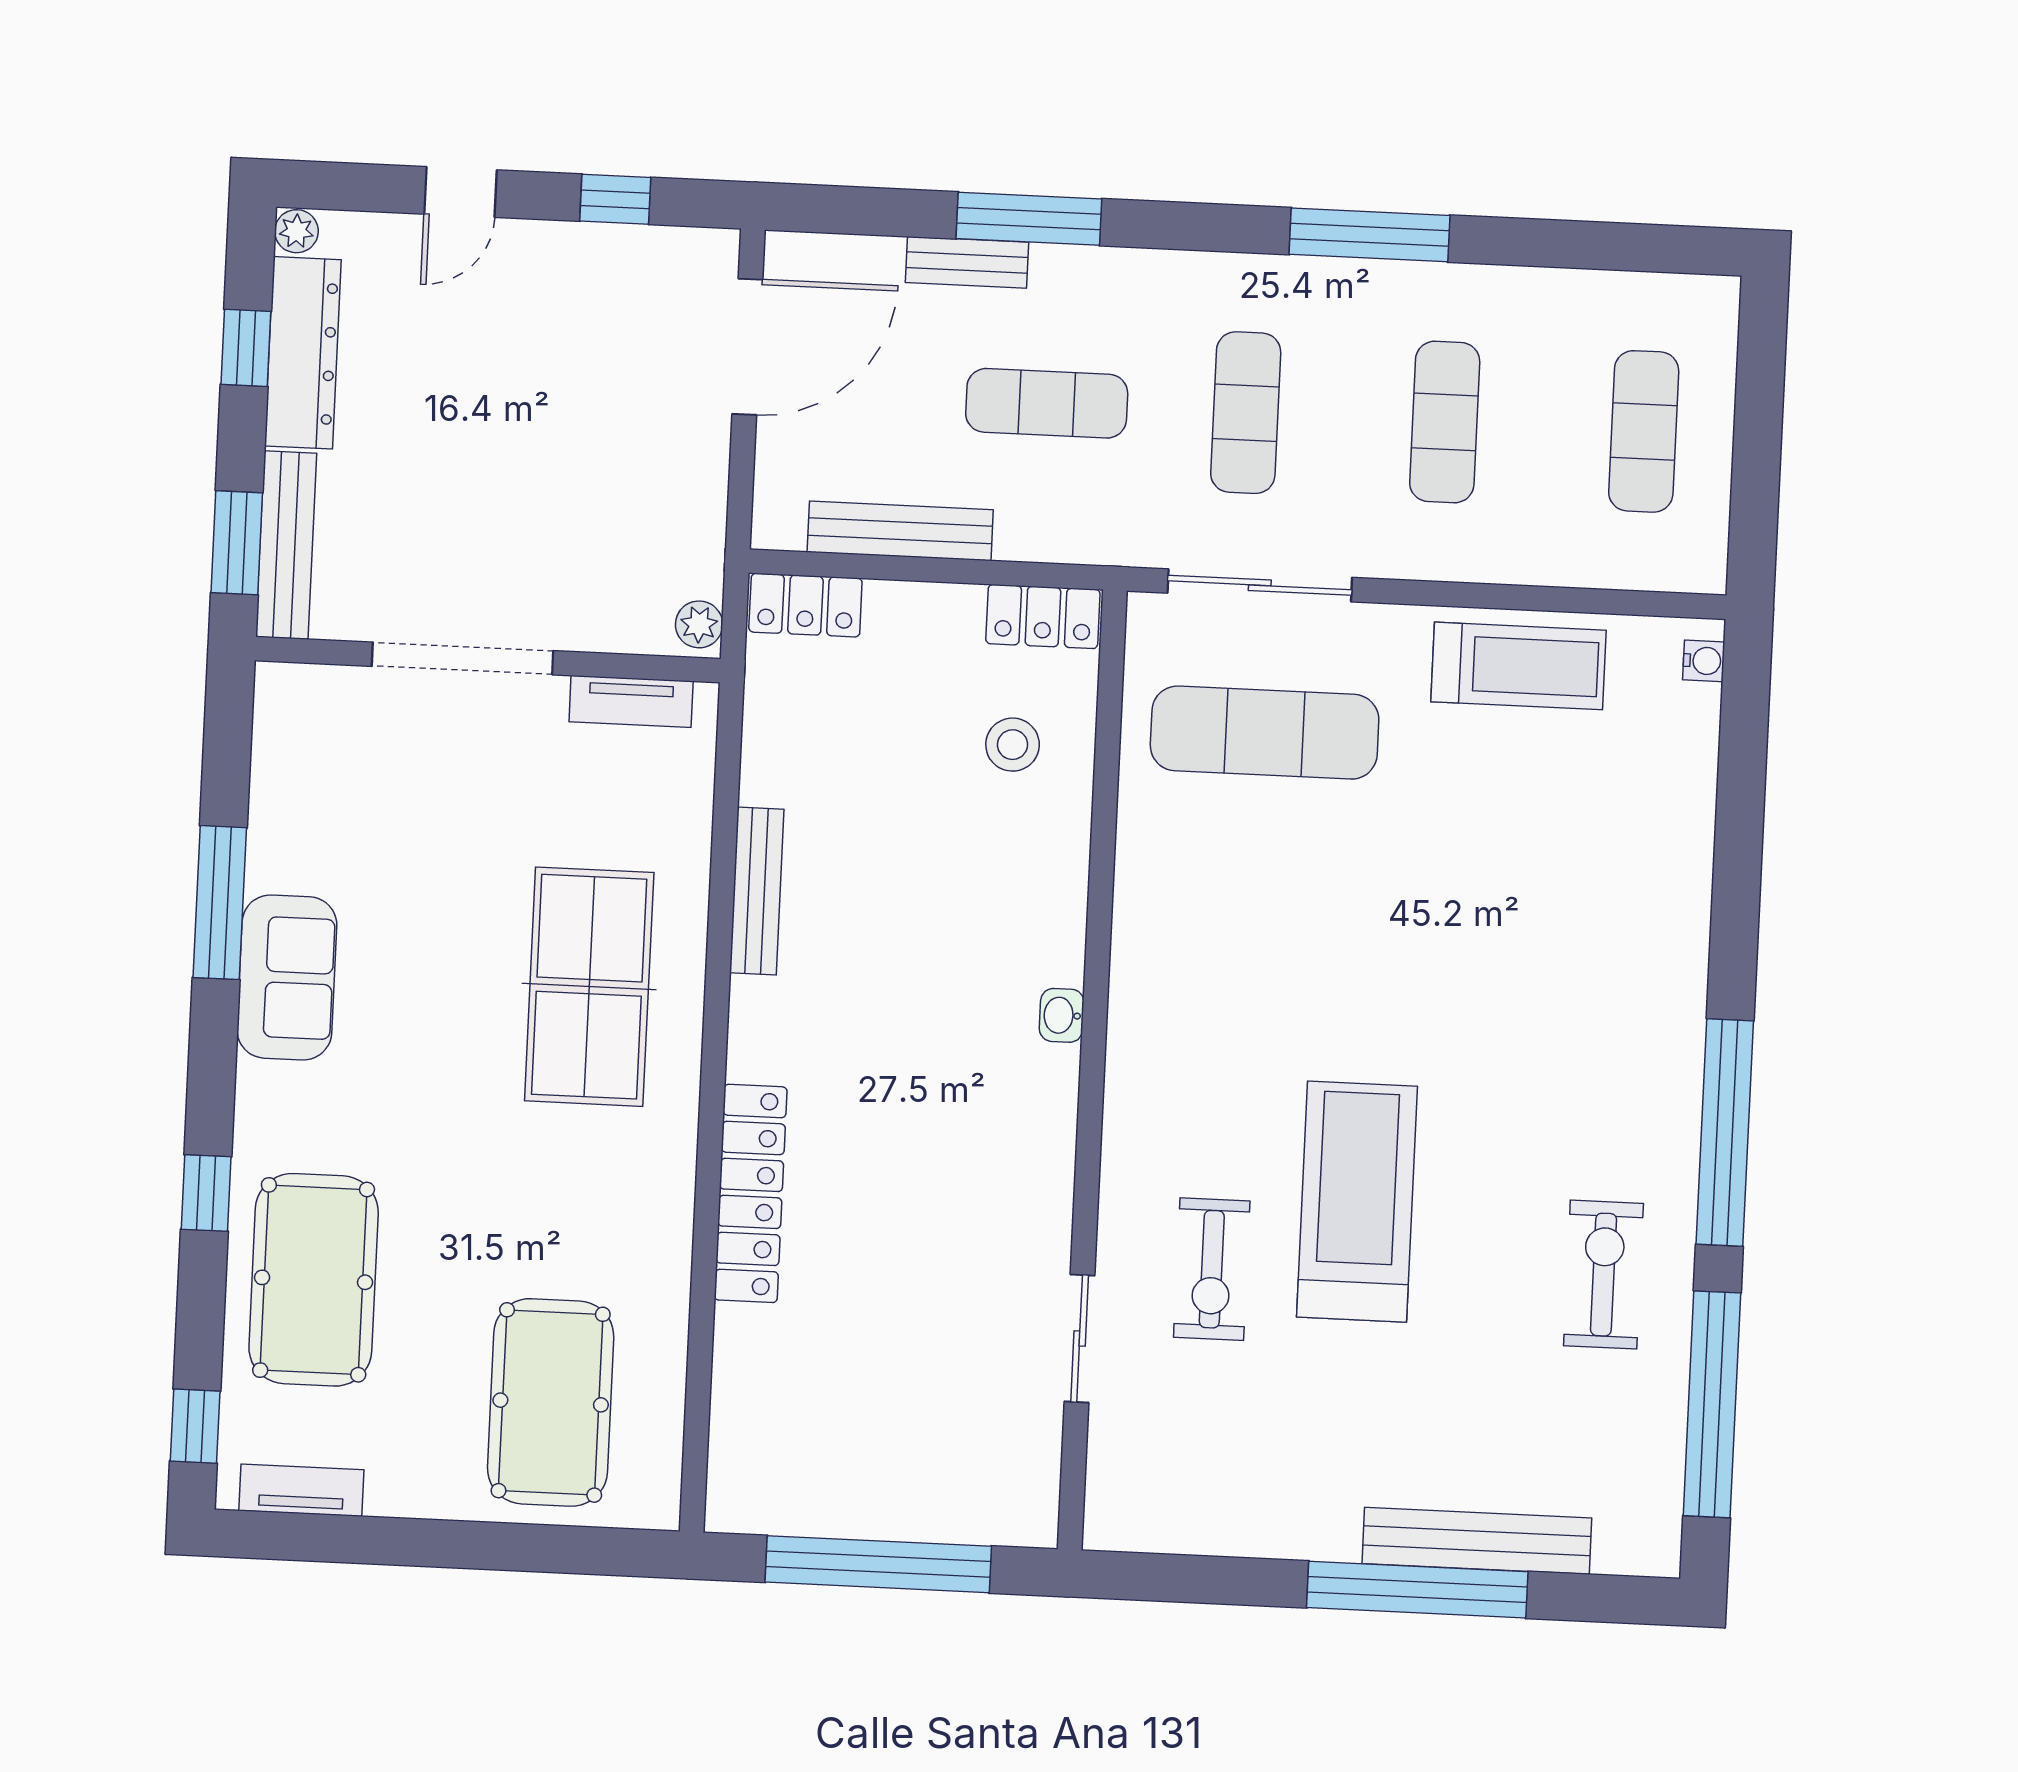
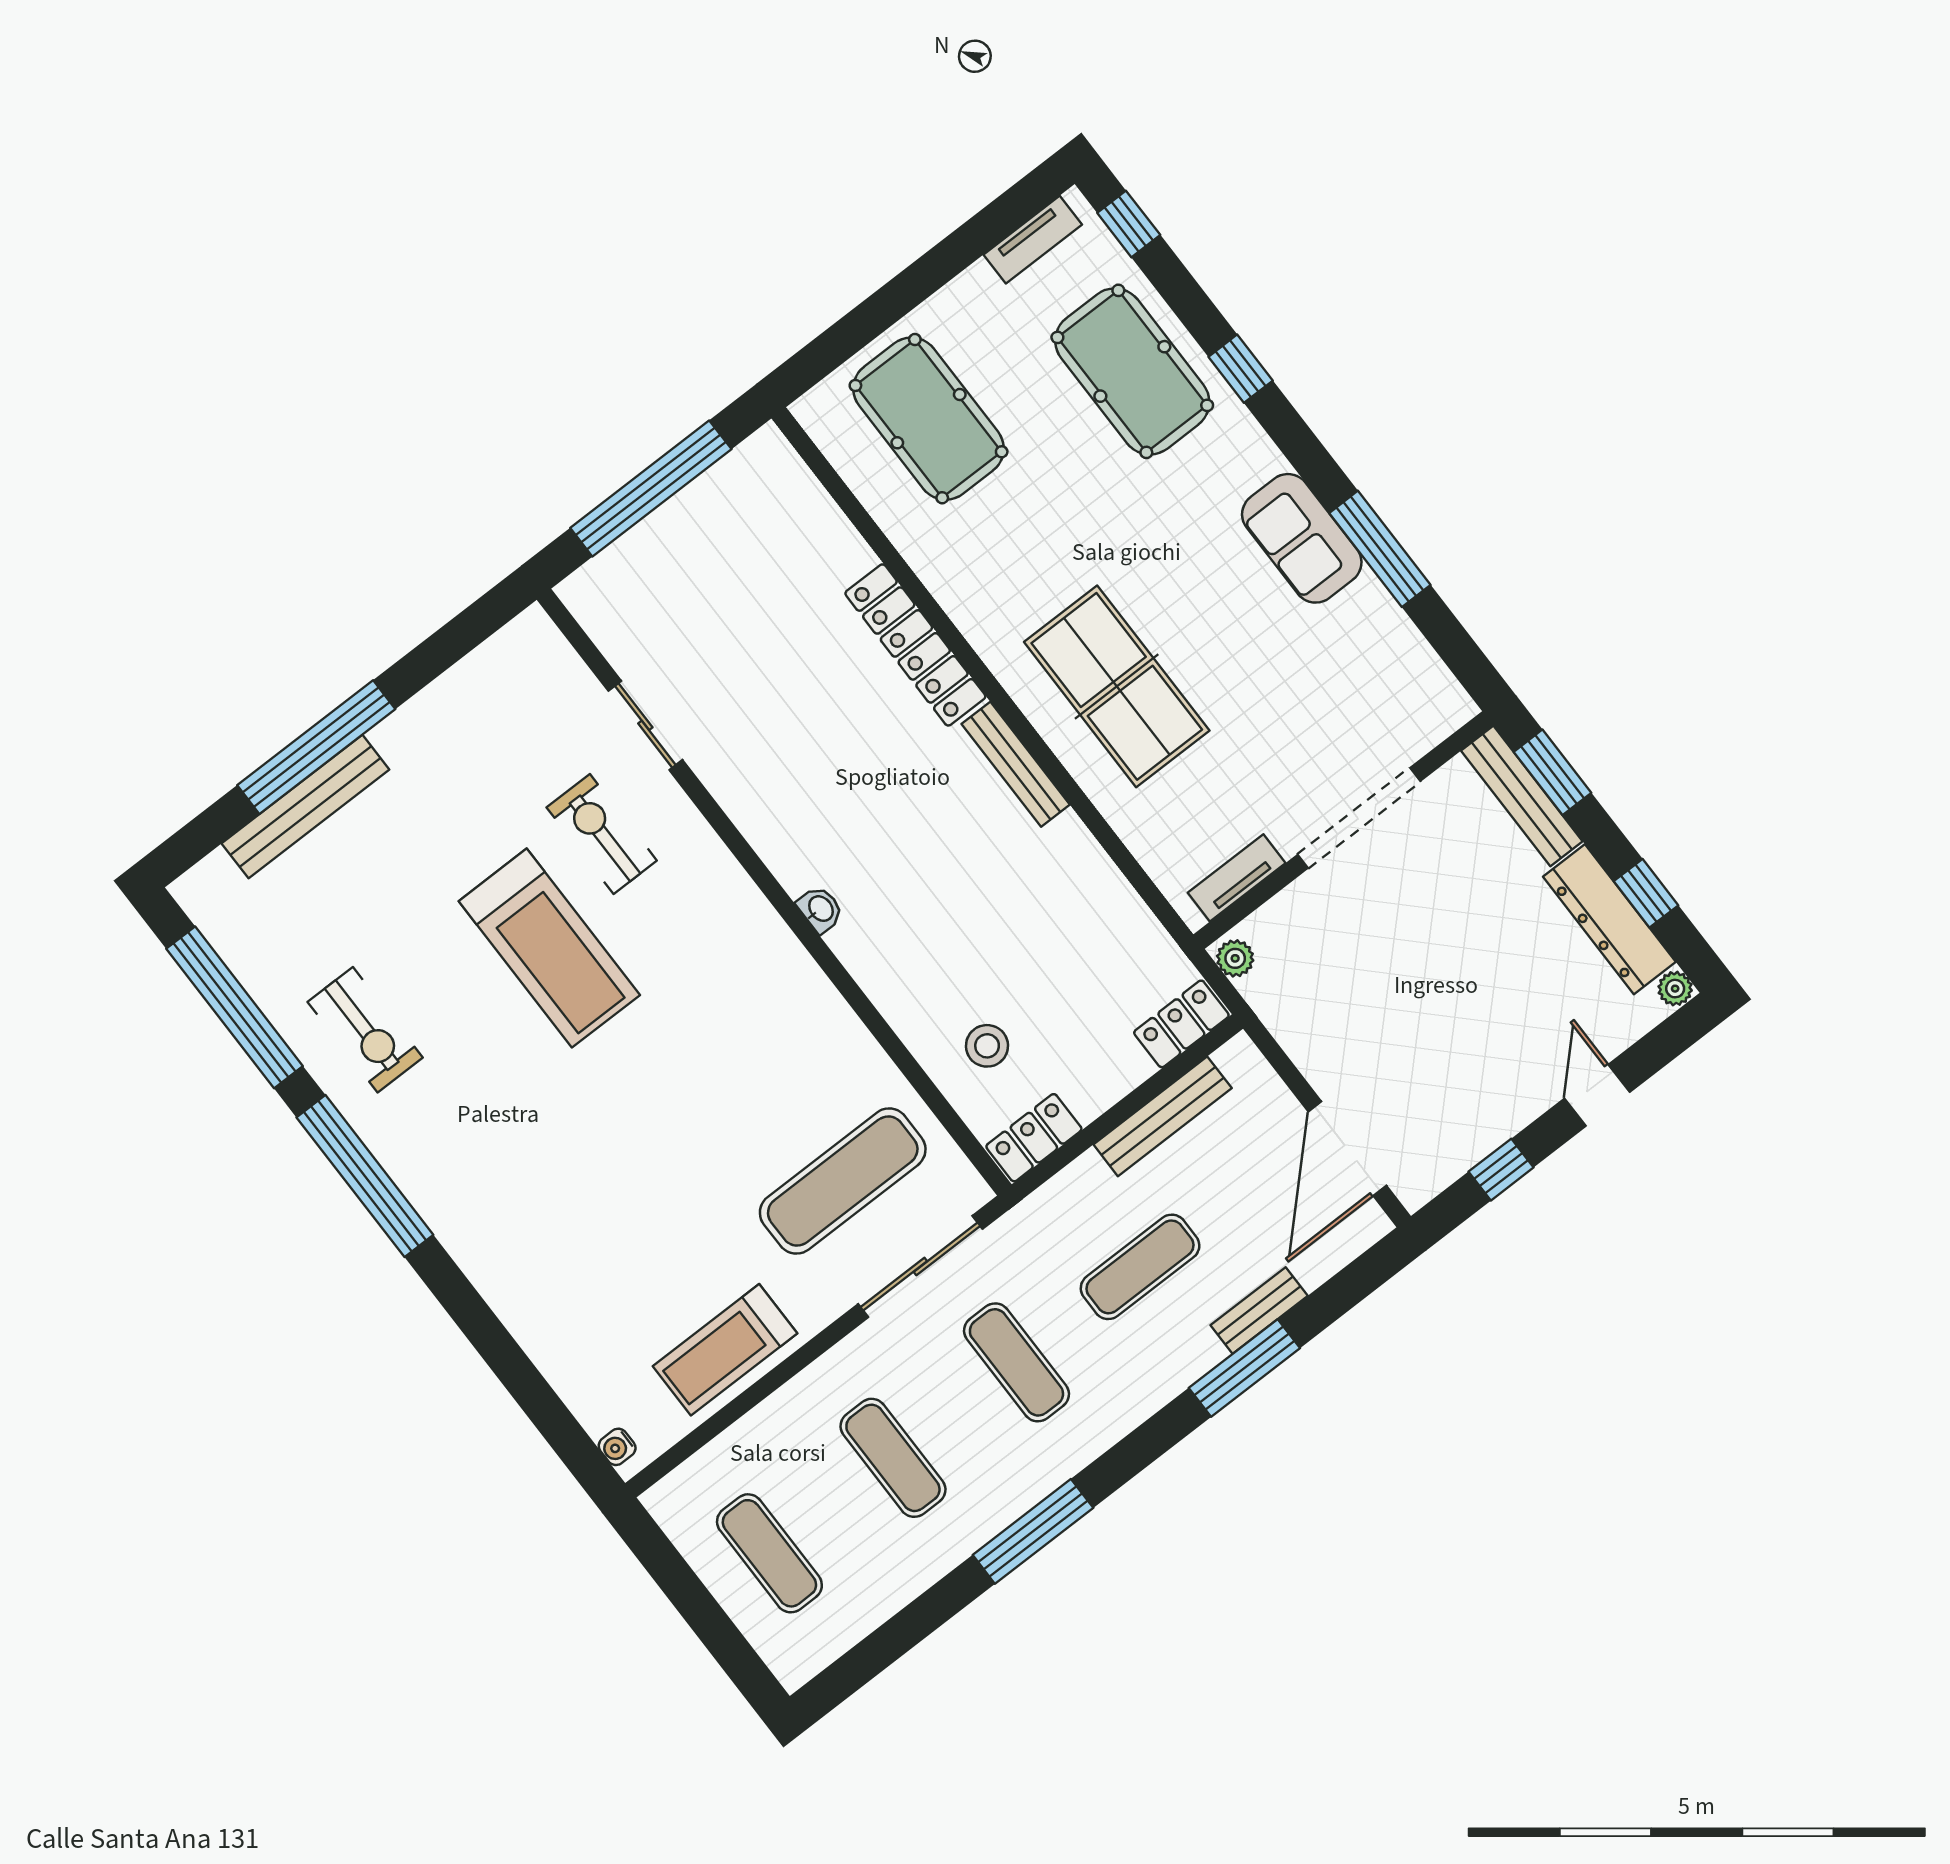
bench: (757, 891) -> (1016, 764), moved

